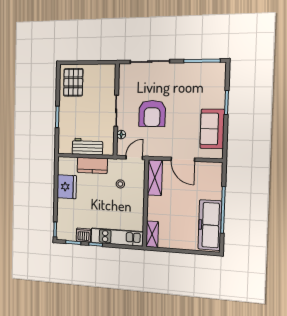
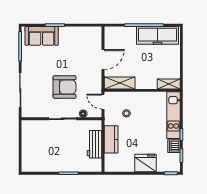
pallet: (73, 82) -> (38, 159), removed
sofa: (212, 129) -> (42, 36), moved
fridge: (67, 187) -> (146, 163), moved

